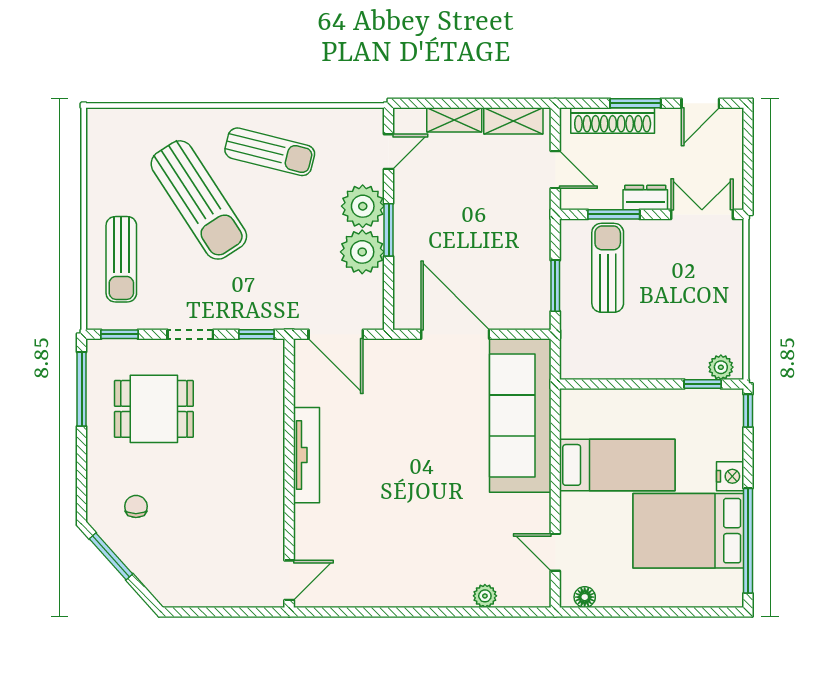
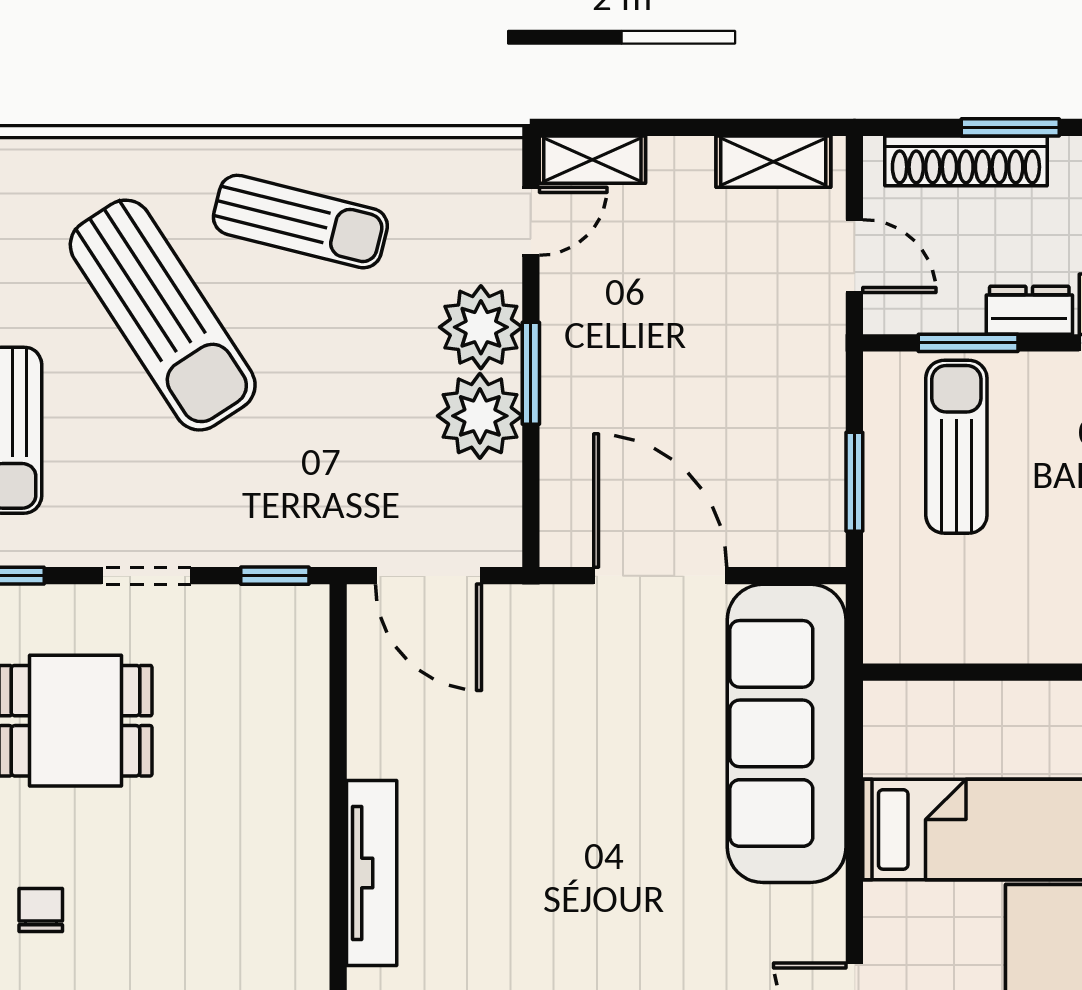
shelving: (454, 120) -> (592, 160), moved
tv unit: (306, 455) -> (372, 873), moved

